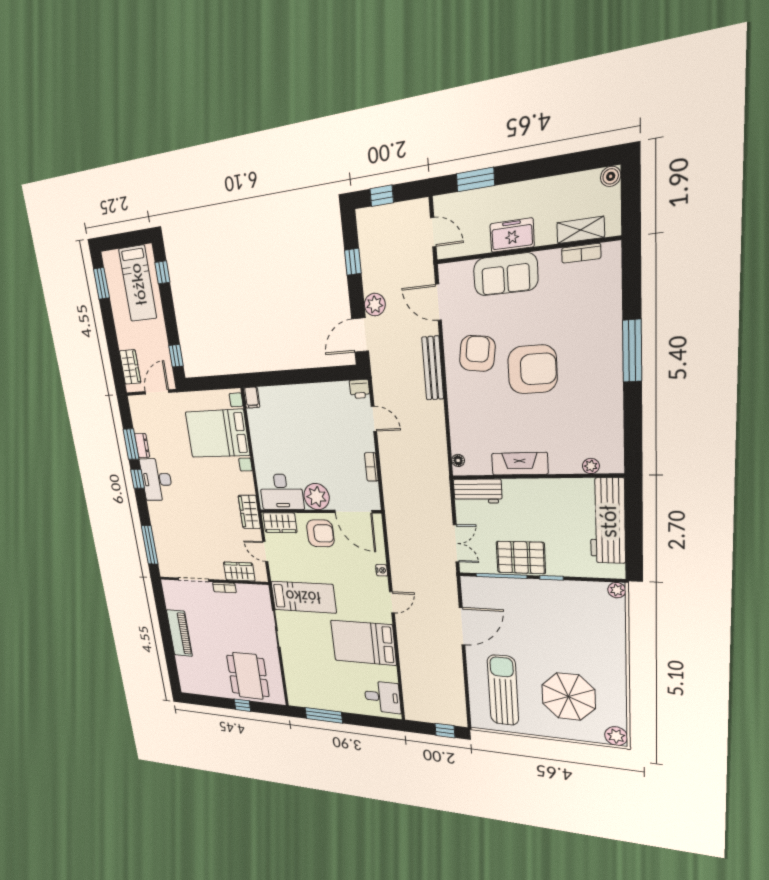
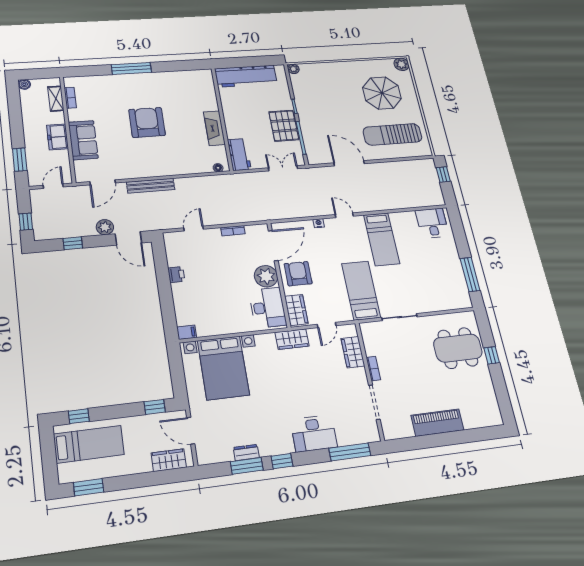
armchair: (477, 353) -> (138, 156), removed
printer: (360, 389) -> (176, 275), moved
plant: (591, 466) -> (209, 87), removed
desk: (156, 480) -> (314, 433), moved
bed: (363, 643) -> (382, 239), width x0.67

